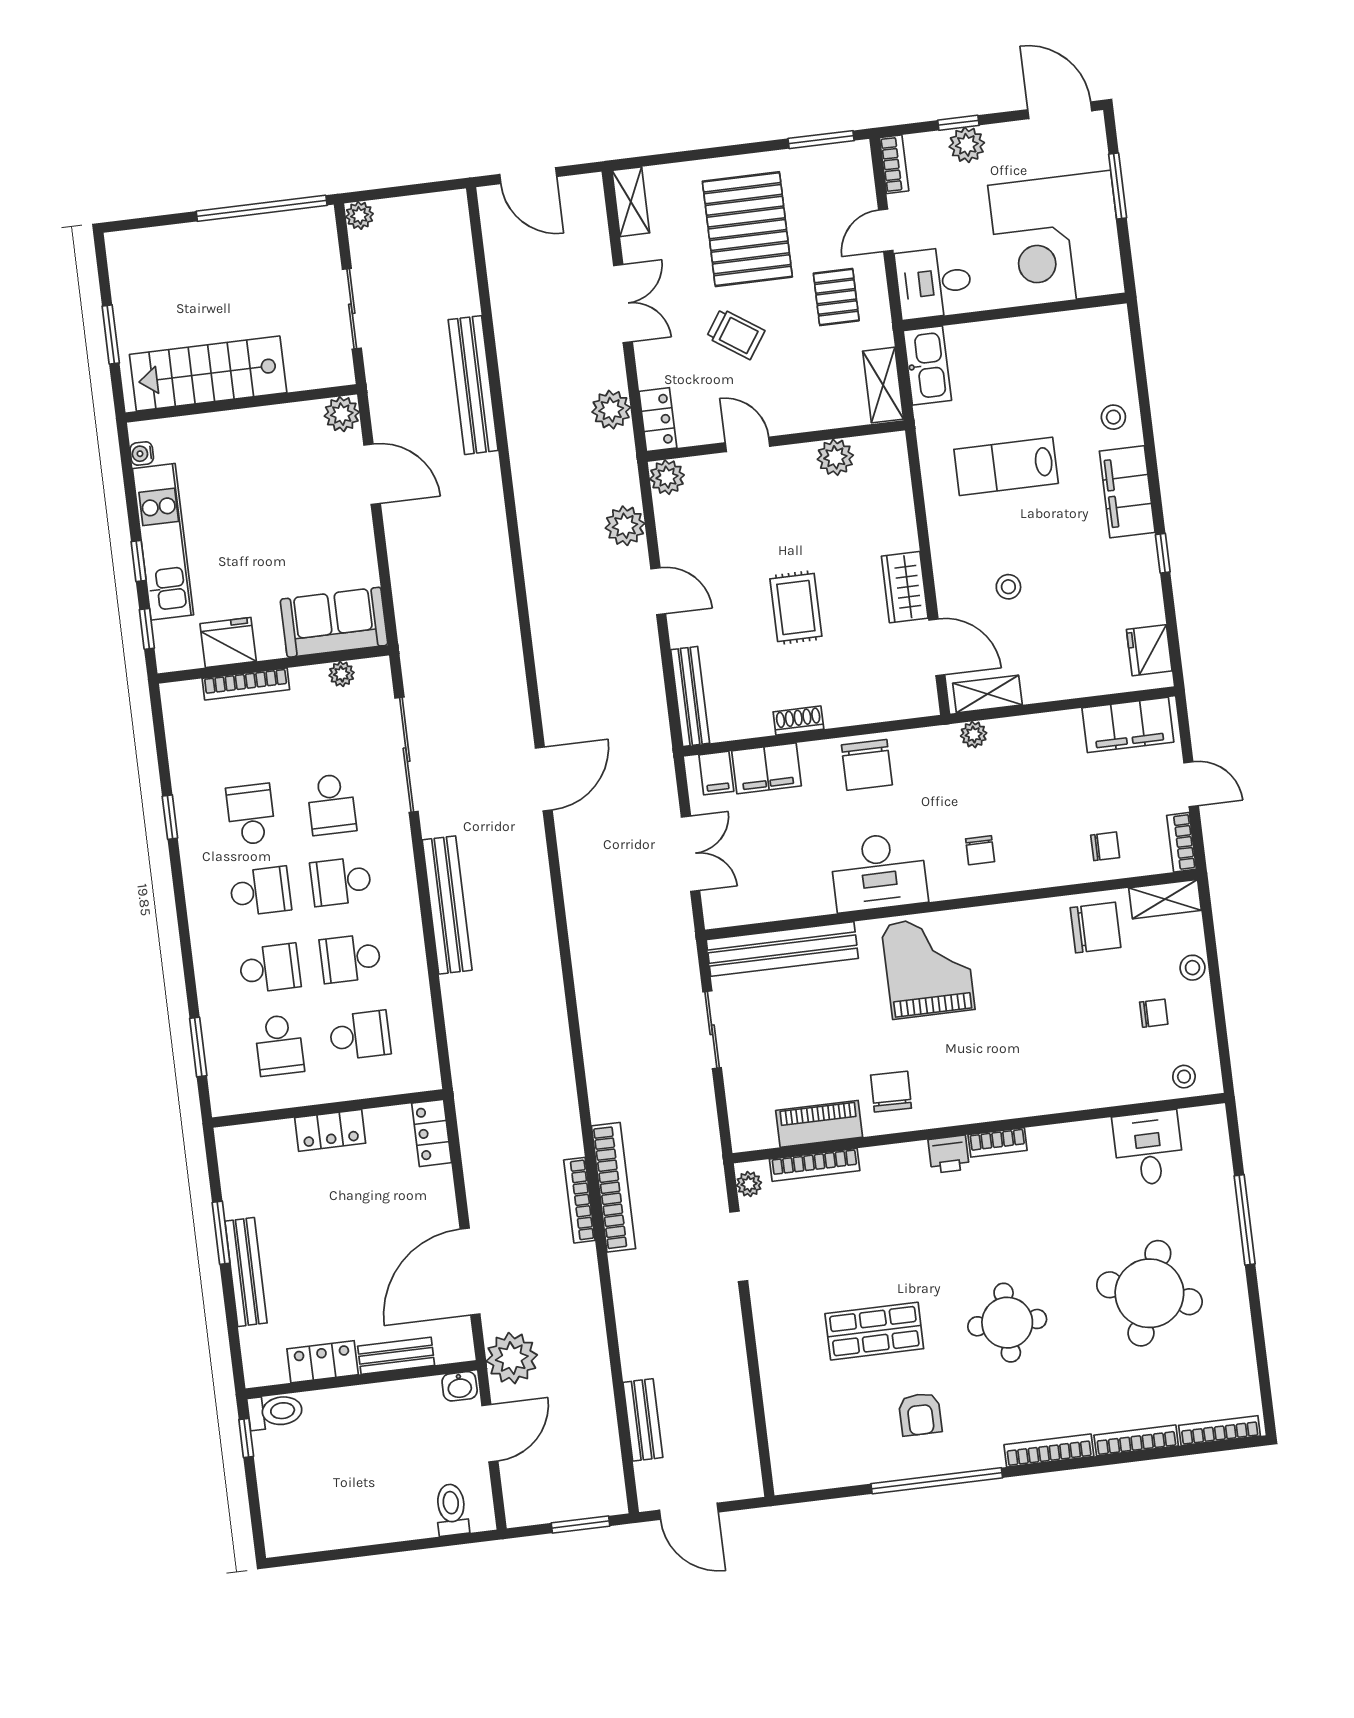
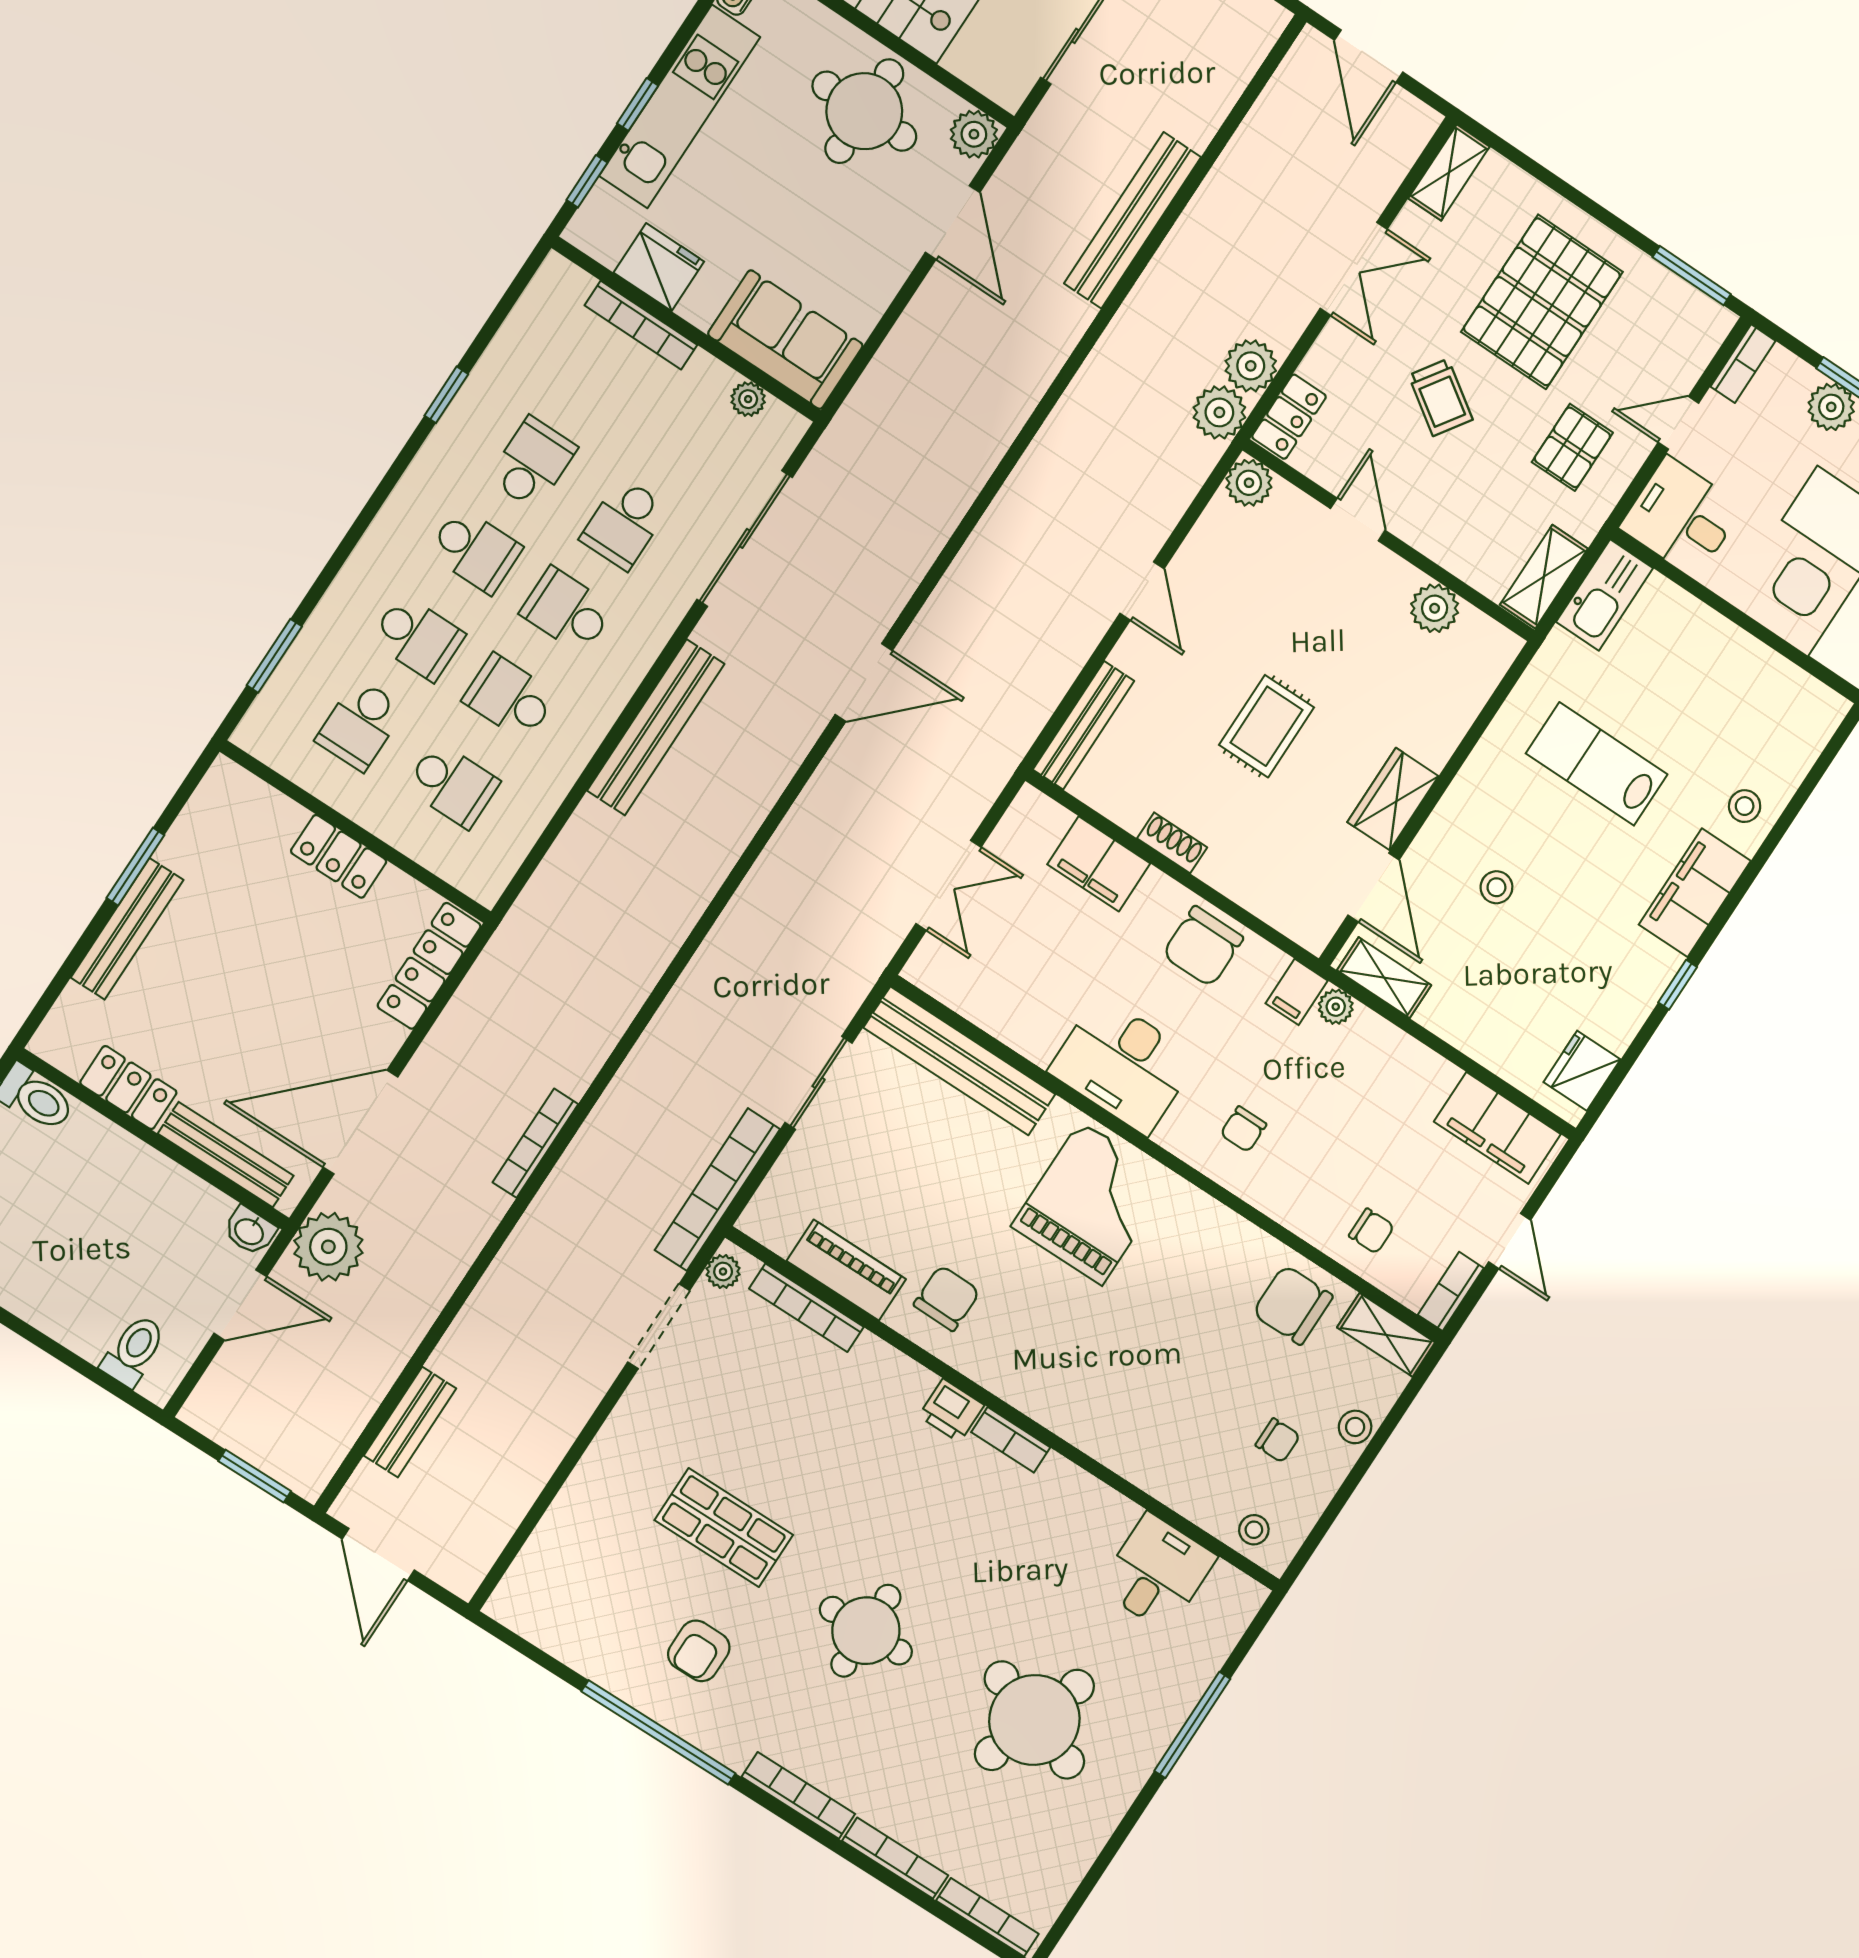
round table: (269, 455) -> (864, 111), added
plant: (625, 526) -> (1219, 412), moved
filing cabinet: (716, 773) -> (1297, 992), moved
chair: (1095, 928) -> (1293, 1305), turned 180
locker: (432, 1133) -> (429, 966), width x1.53
bookcase: (614, 1187) -> (717, 1190), moved, turned 180
bench: (396, 1356) -> (226, 1155), width x1.36

